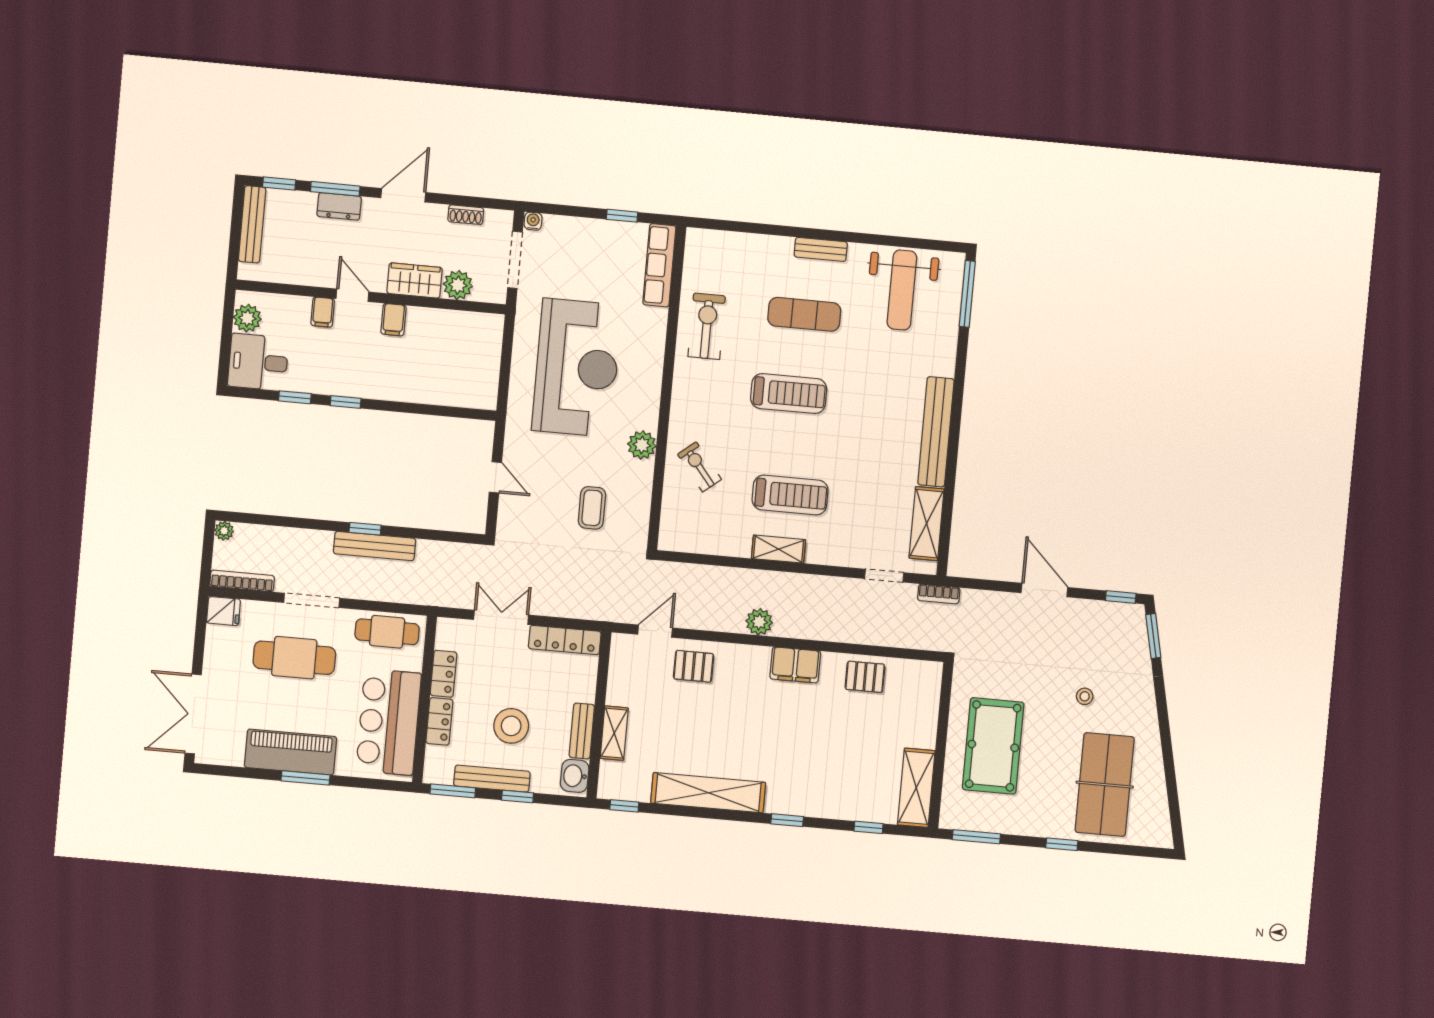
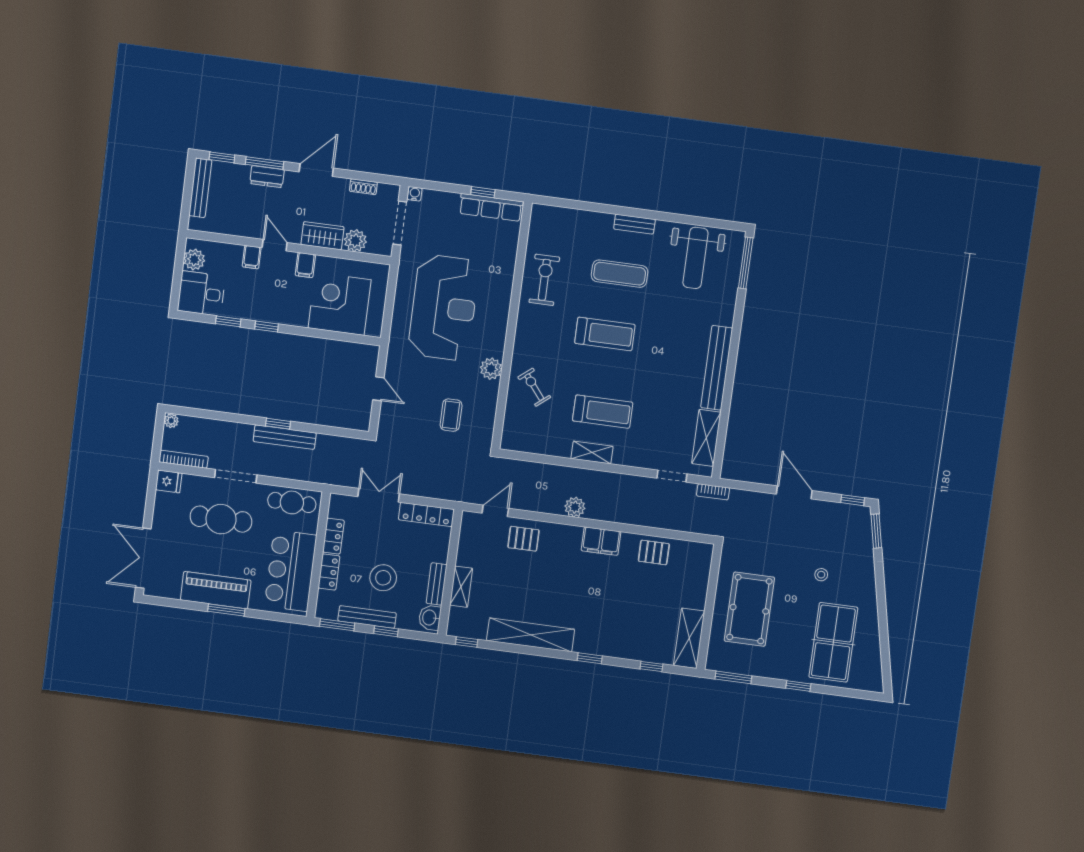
row of seats: (659, 265) -> (491, 207), moved, turned -90
corner desk: (440, 368) -> (340, 304), added

